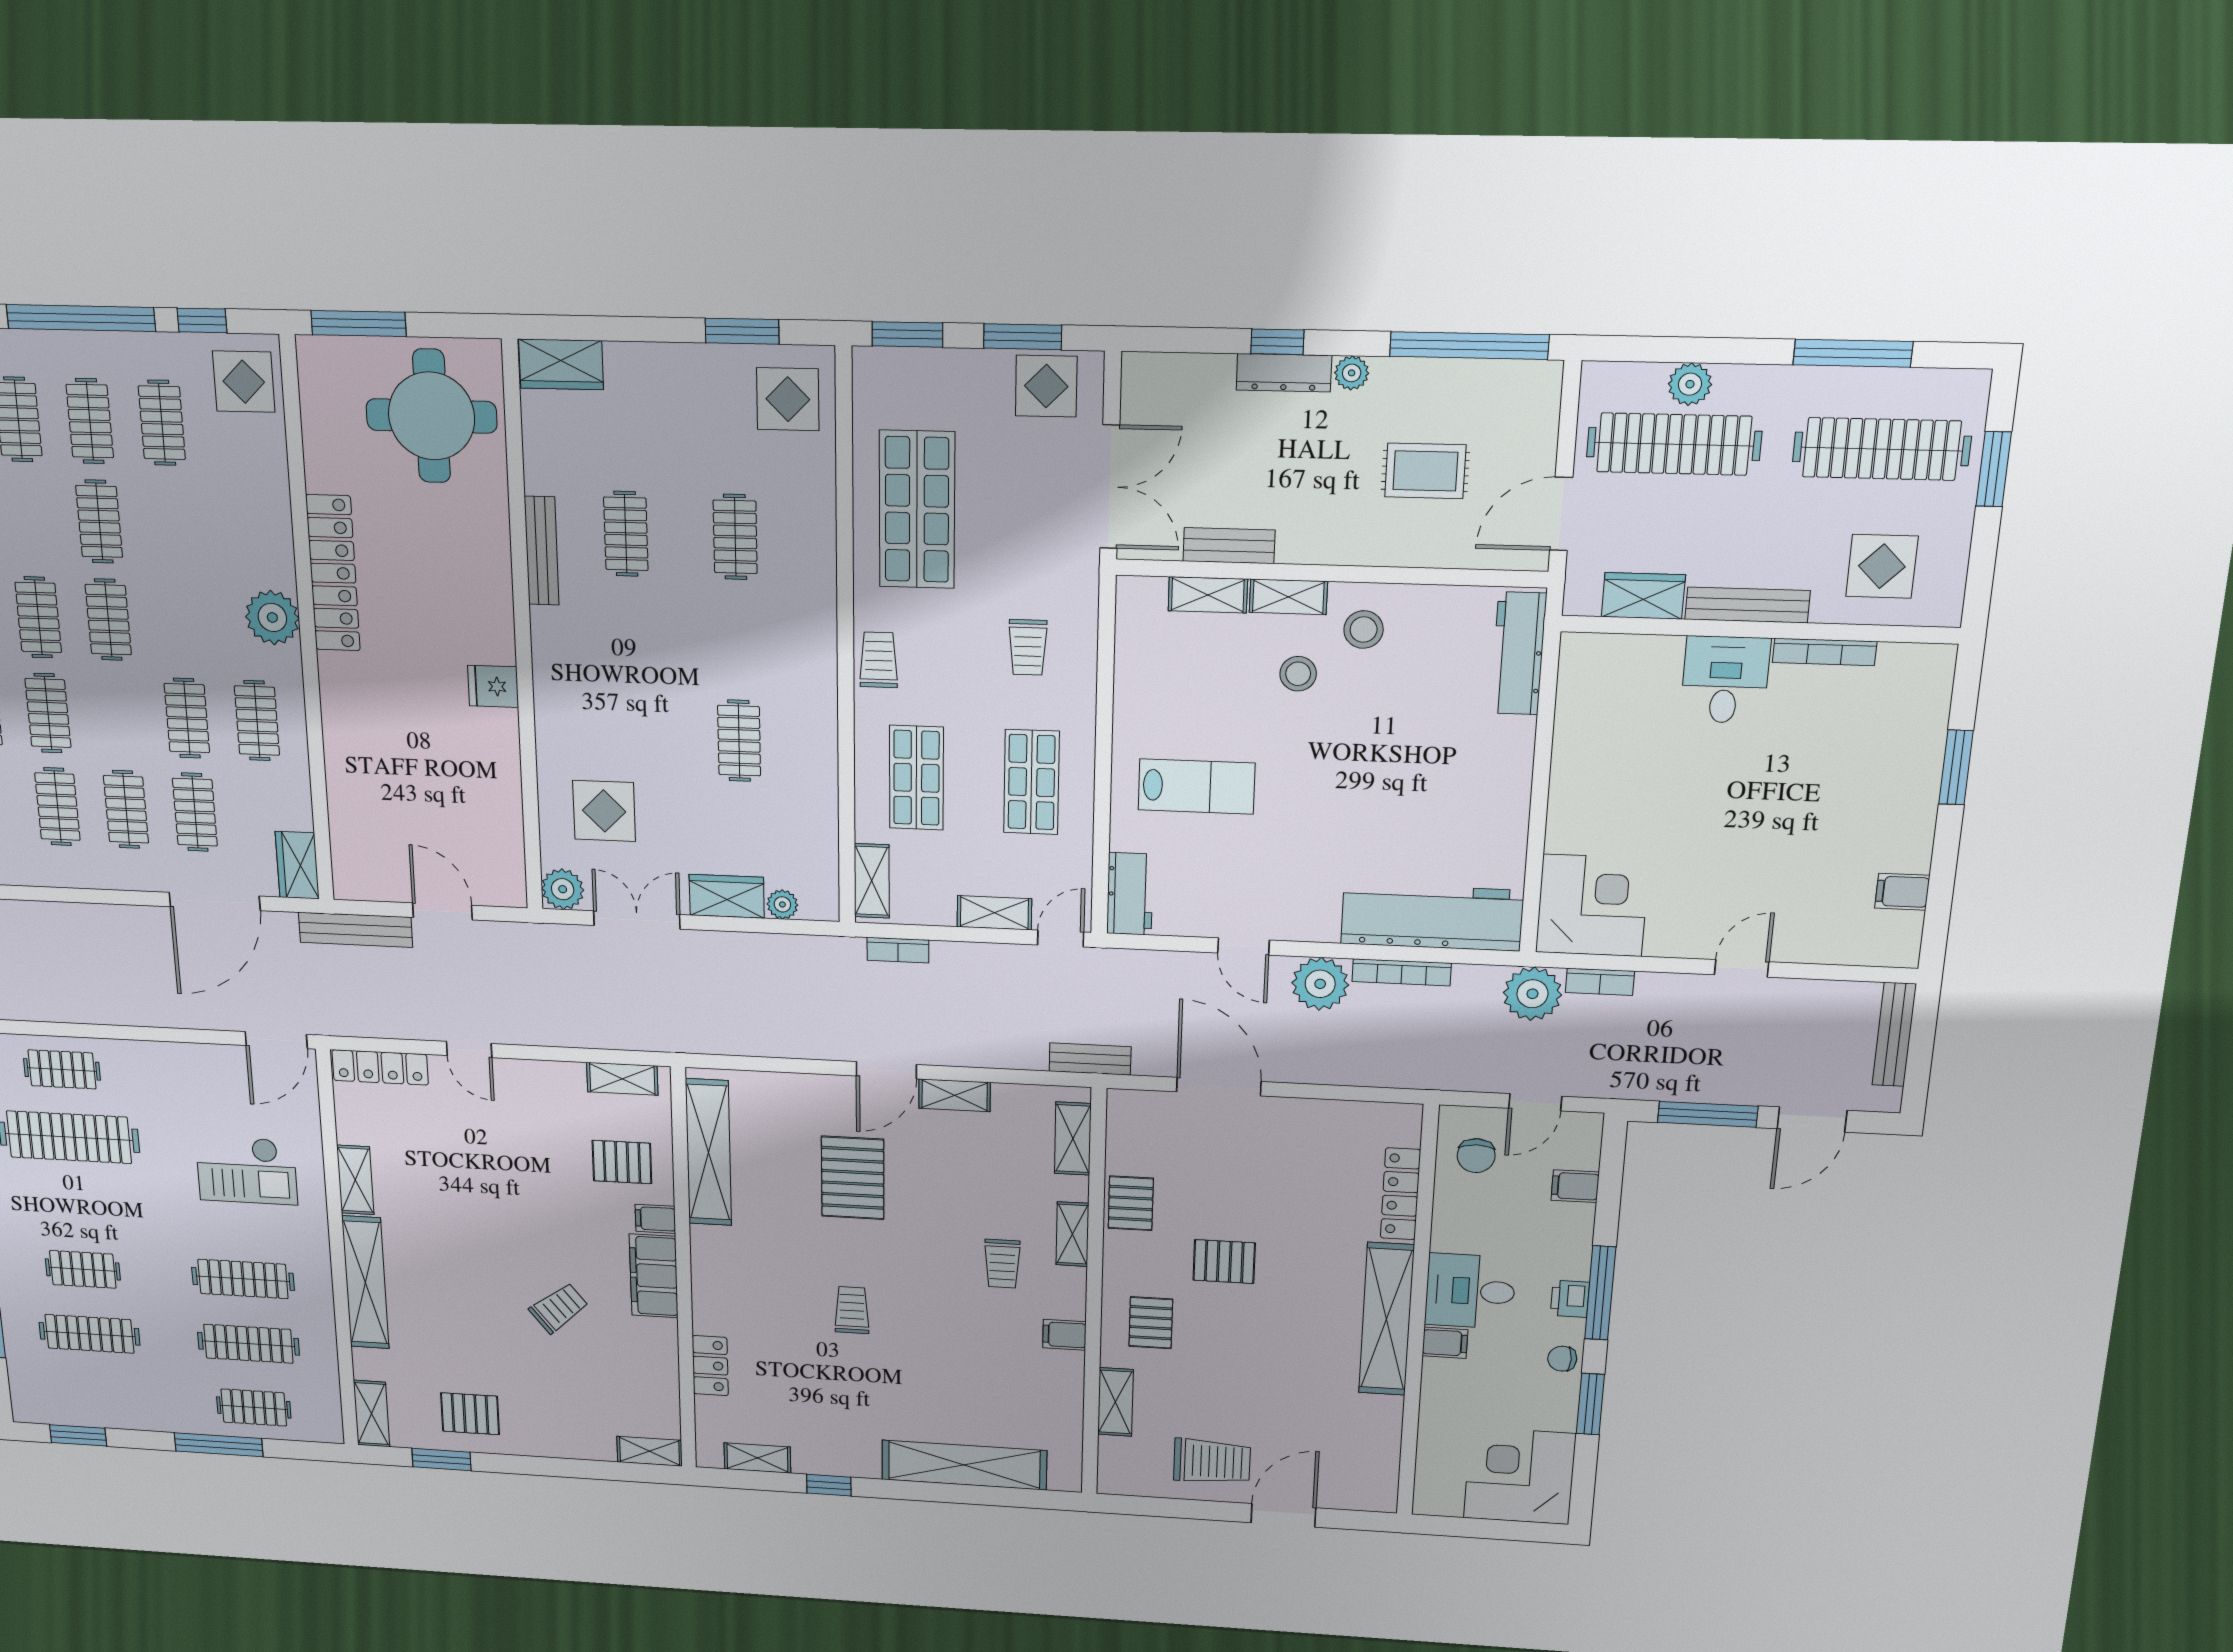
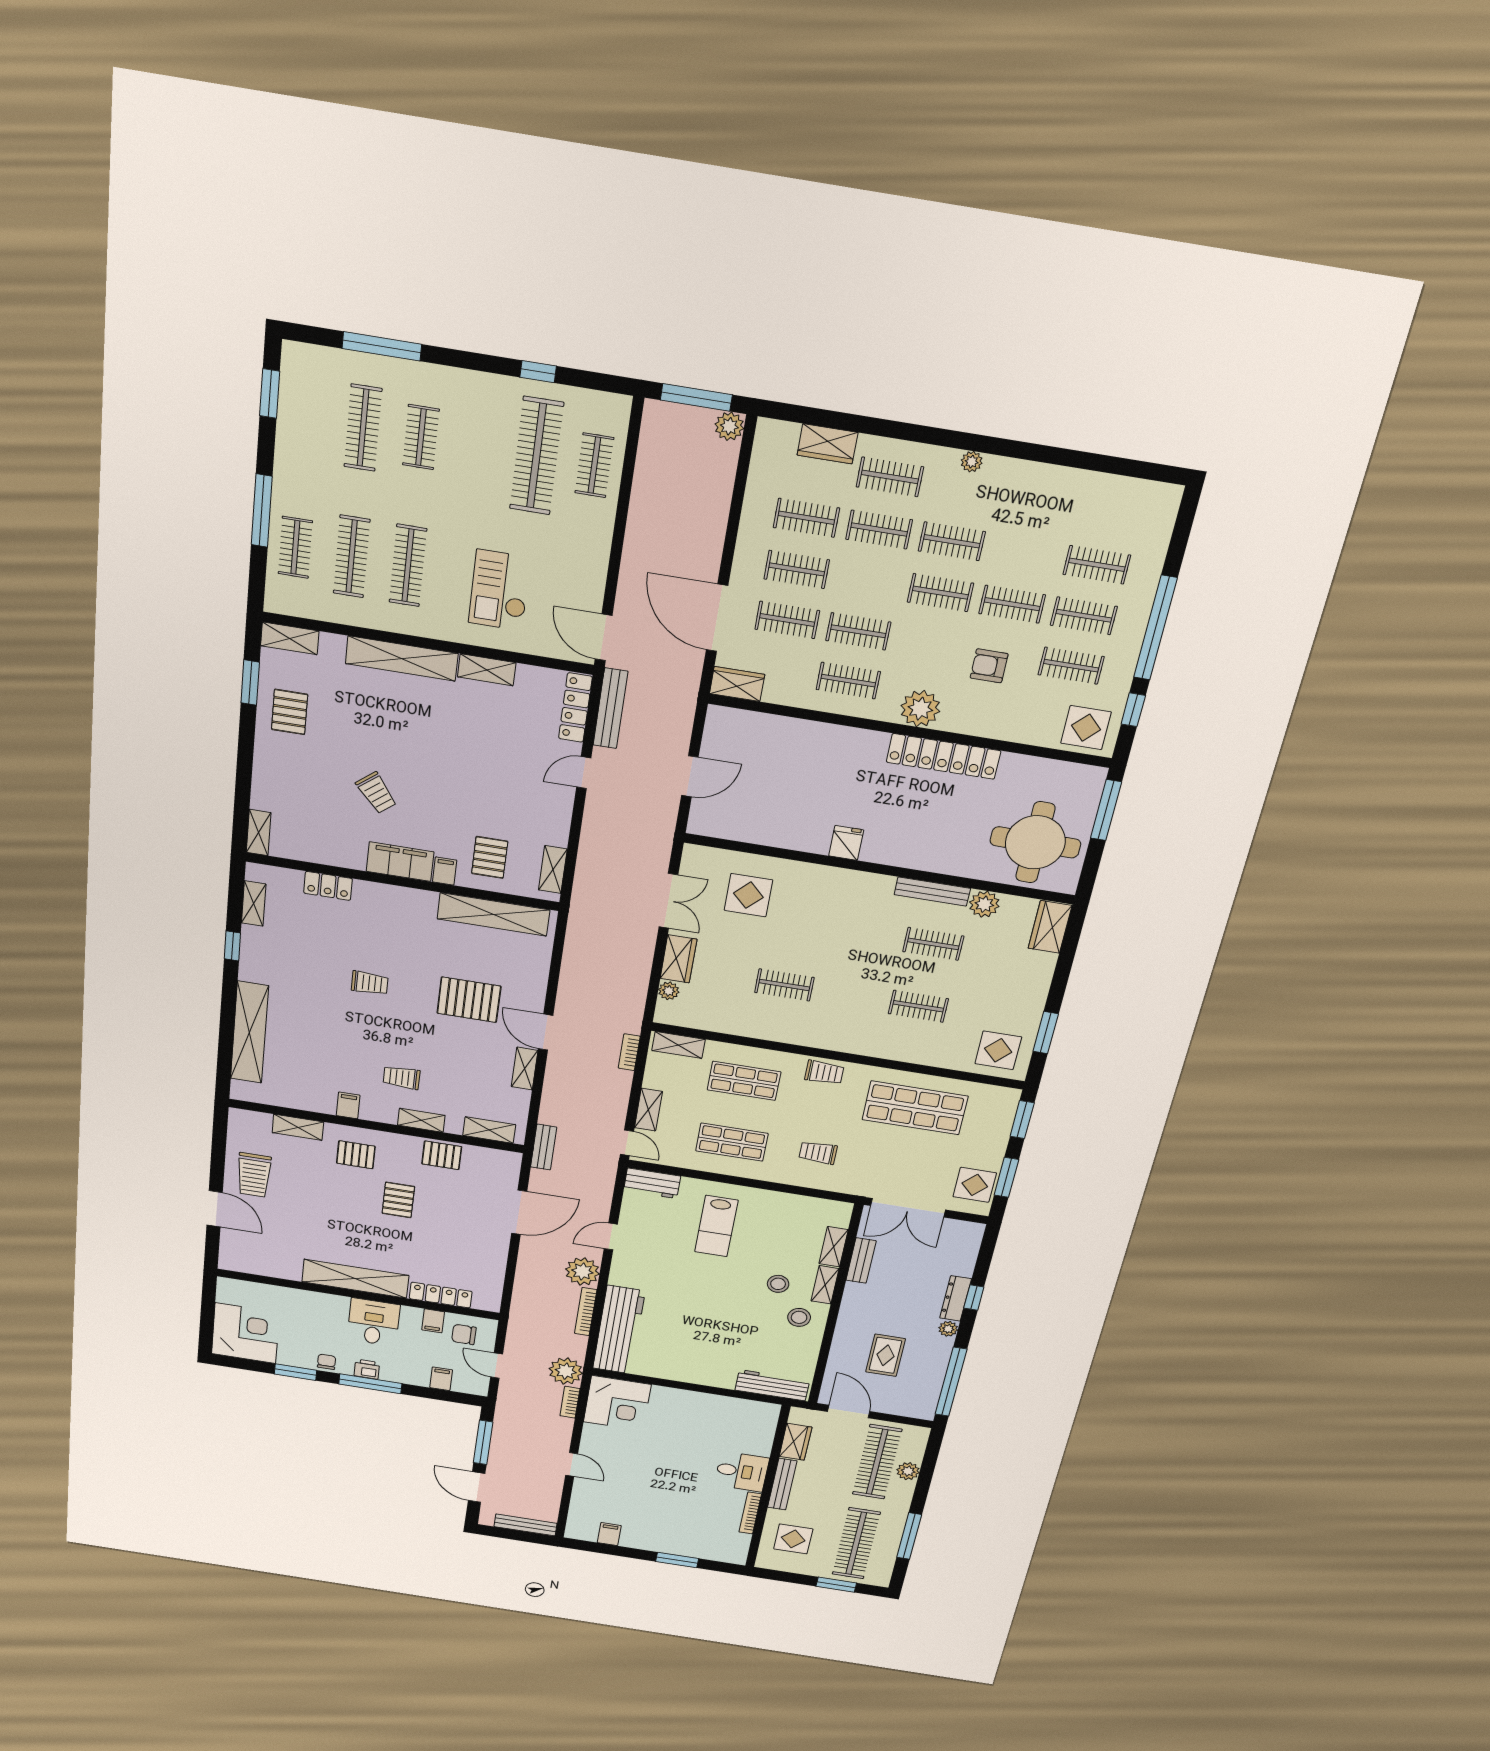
armchair: (190, 535) -> (989, 666), added
plant: (563, 889) -> (984, 904), moved
bench: (355, 930) -> (610, 708), moved
filing cabinet: (1445, 1343) -> (433, 1321), moved

